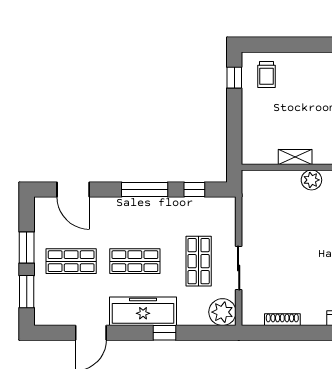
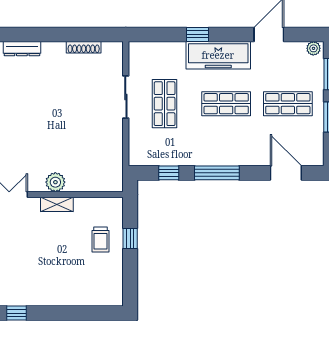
trolley: (266, 74) -> (100, 239), moved, turned 180
window: (234, 78) -> (130, 239), moved
shelving: (295, 157) -> (57, 204), moved
plant: (222, 312) -> (313, 48), moved, width x0.53, depth x0.53

